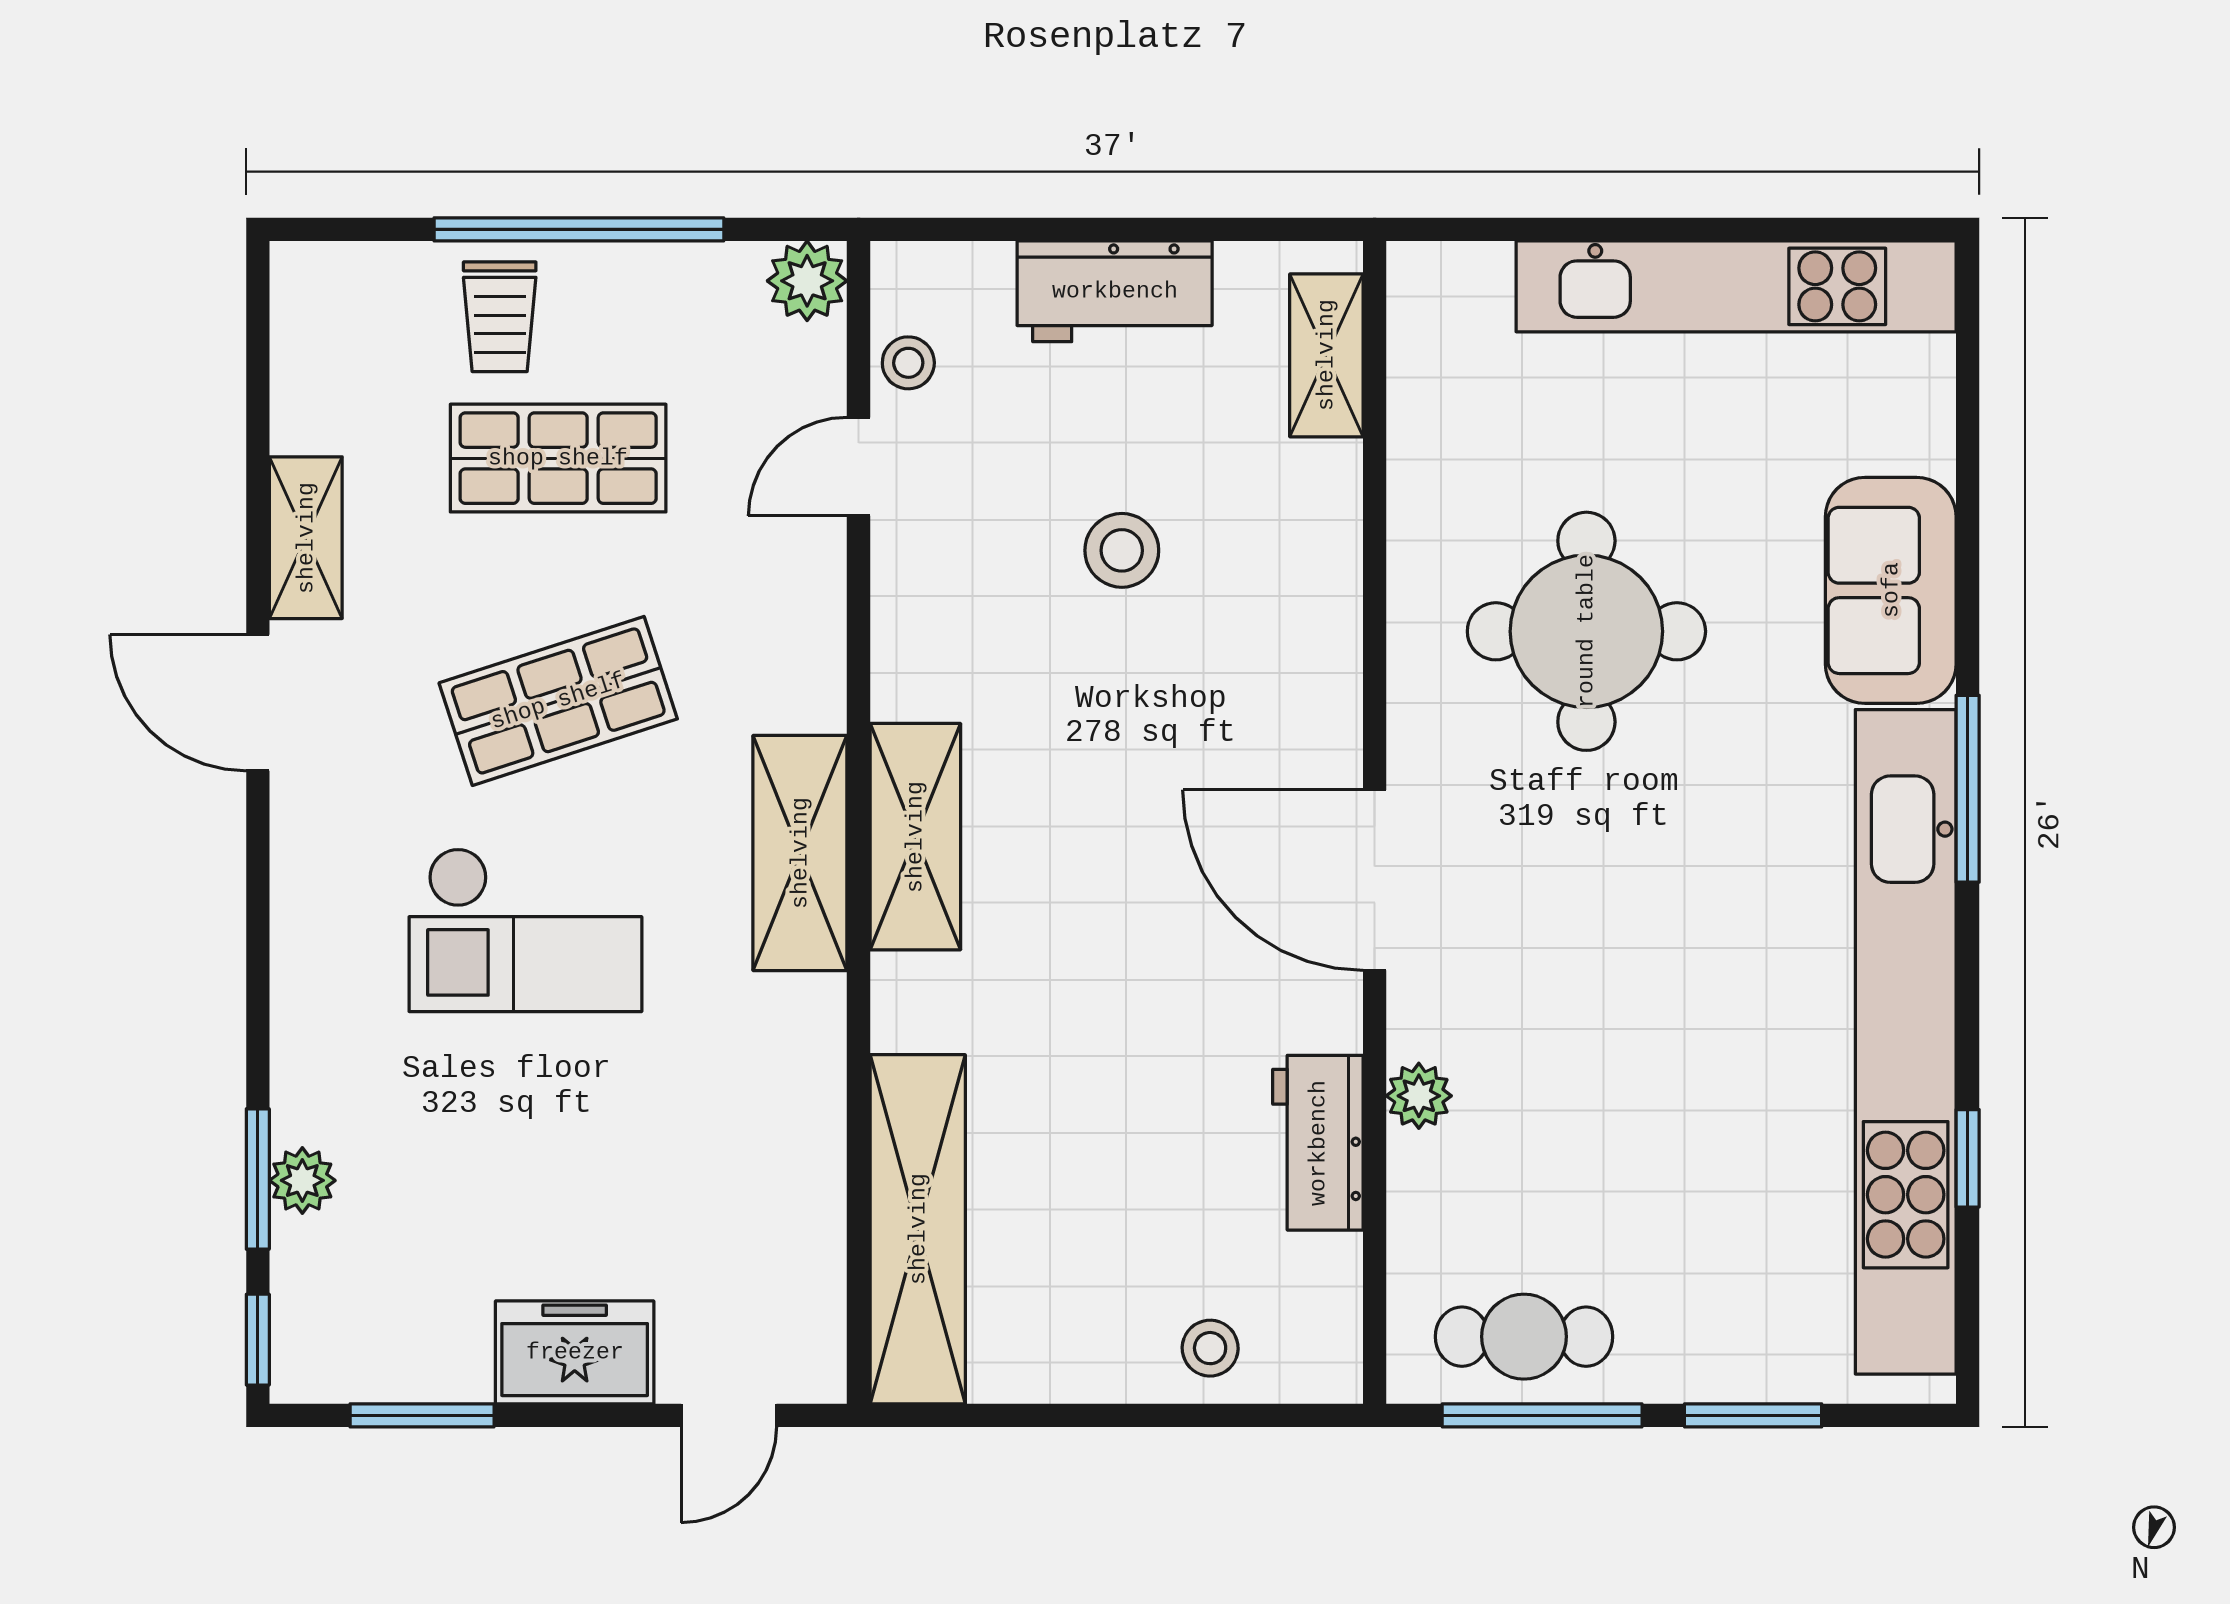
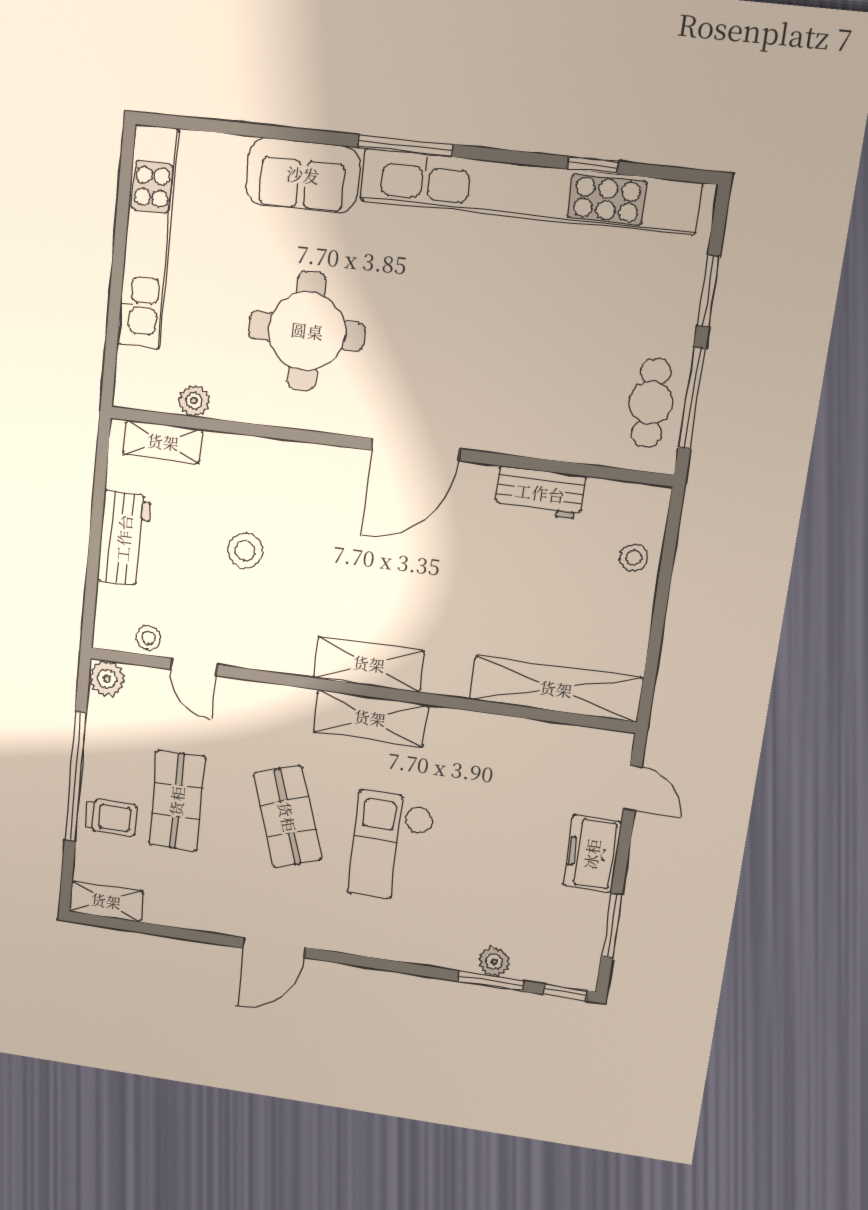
shelving: (306, 538) -> (106, 901), moved
checkout: (525, 930) -> (391, 847), turned 180
plant: (1419, 1096) -> (194, 401), moved

